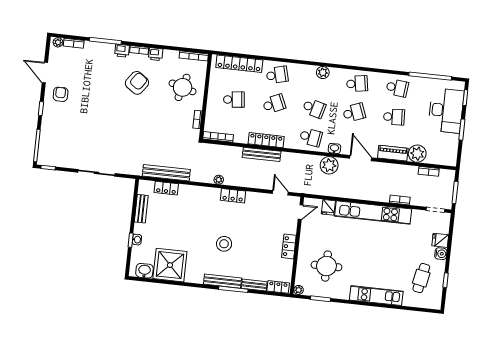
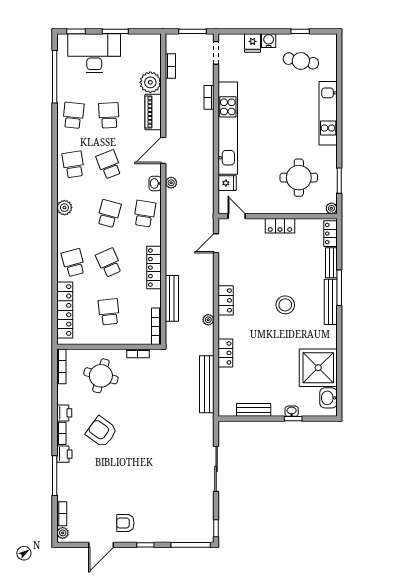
bench: (262, 154) -> (172, 298), moved
plant: (329, 165) -> (171, 183), width x0.53, depth x0.53
locker: (166, 188) -> (225, 353), moved

